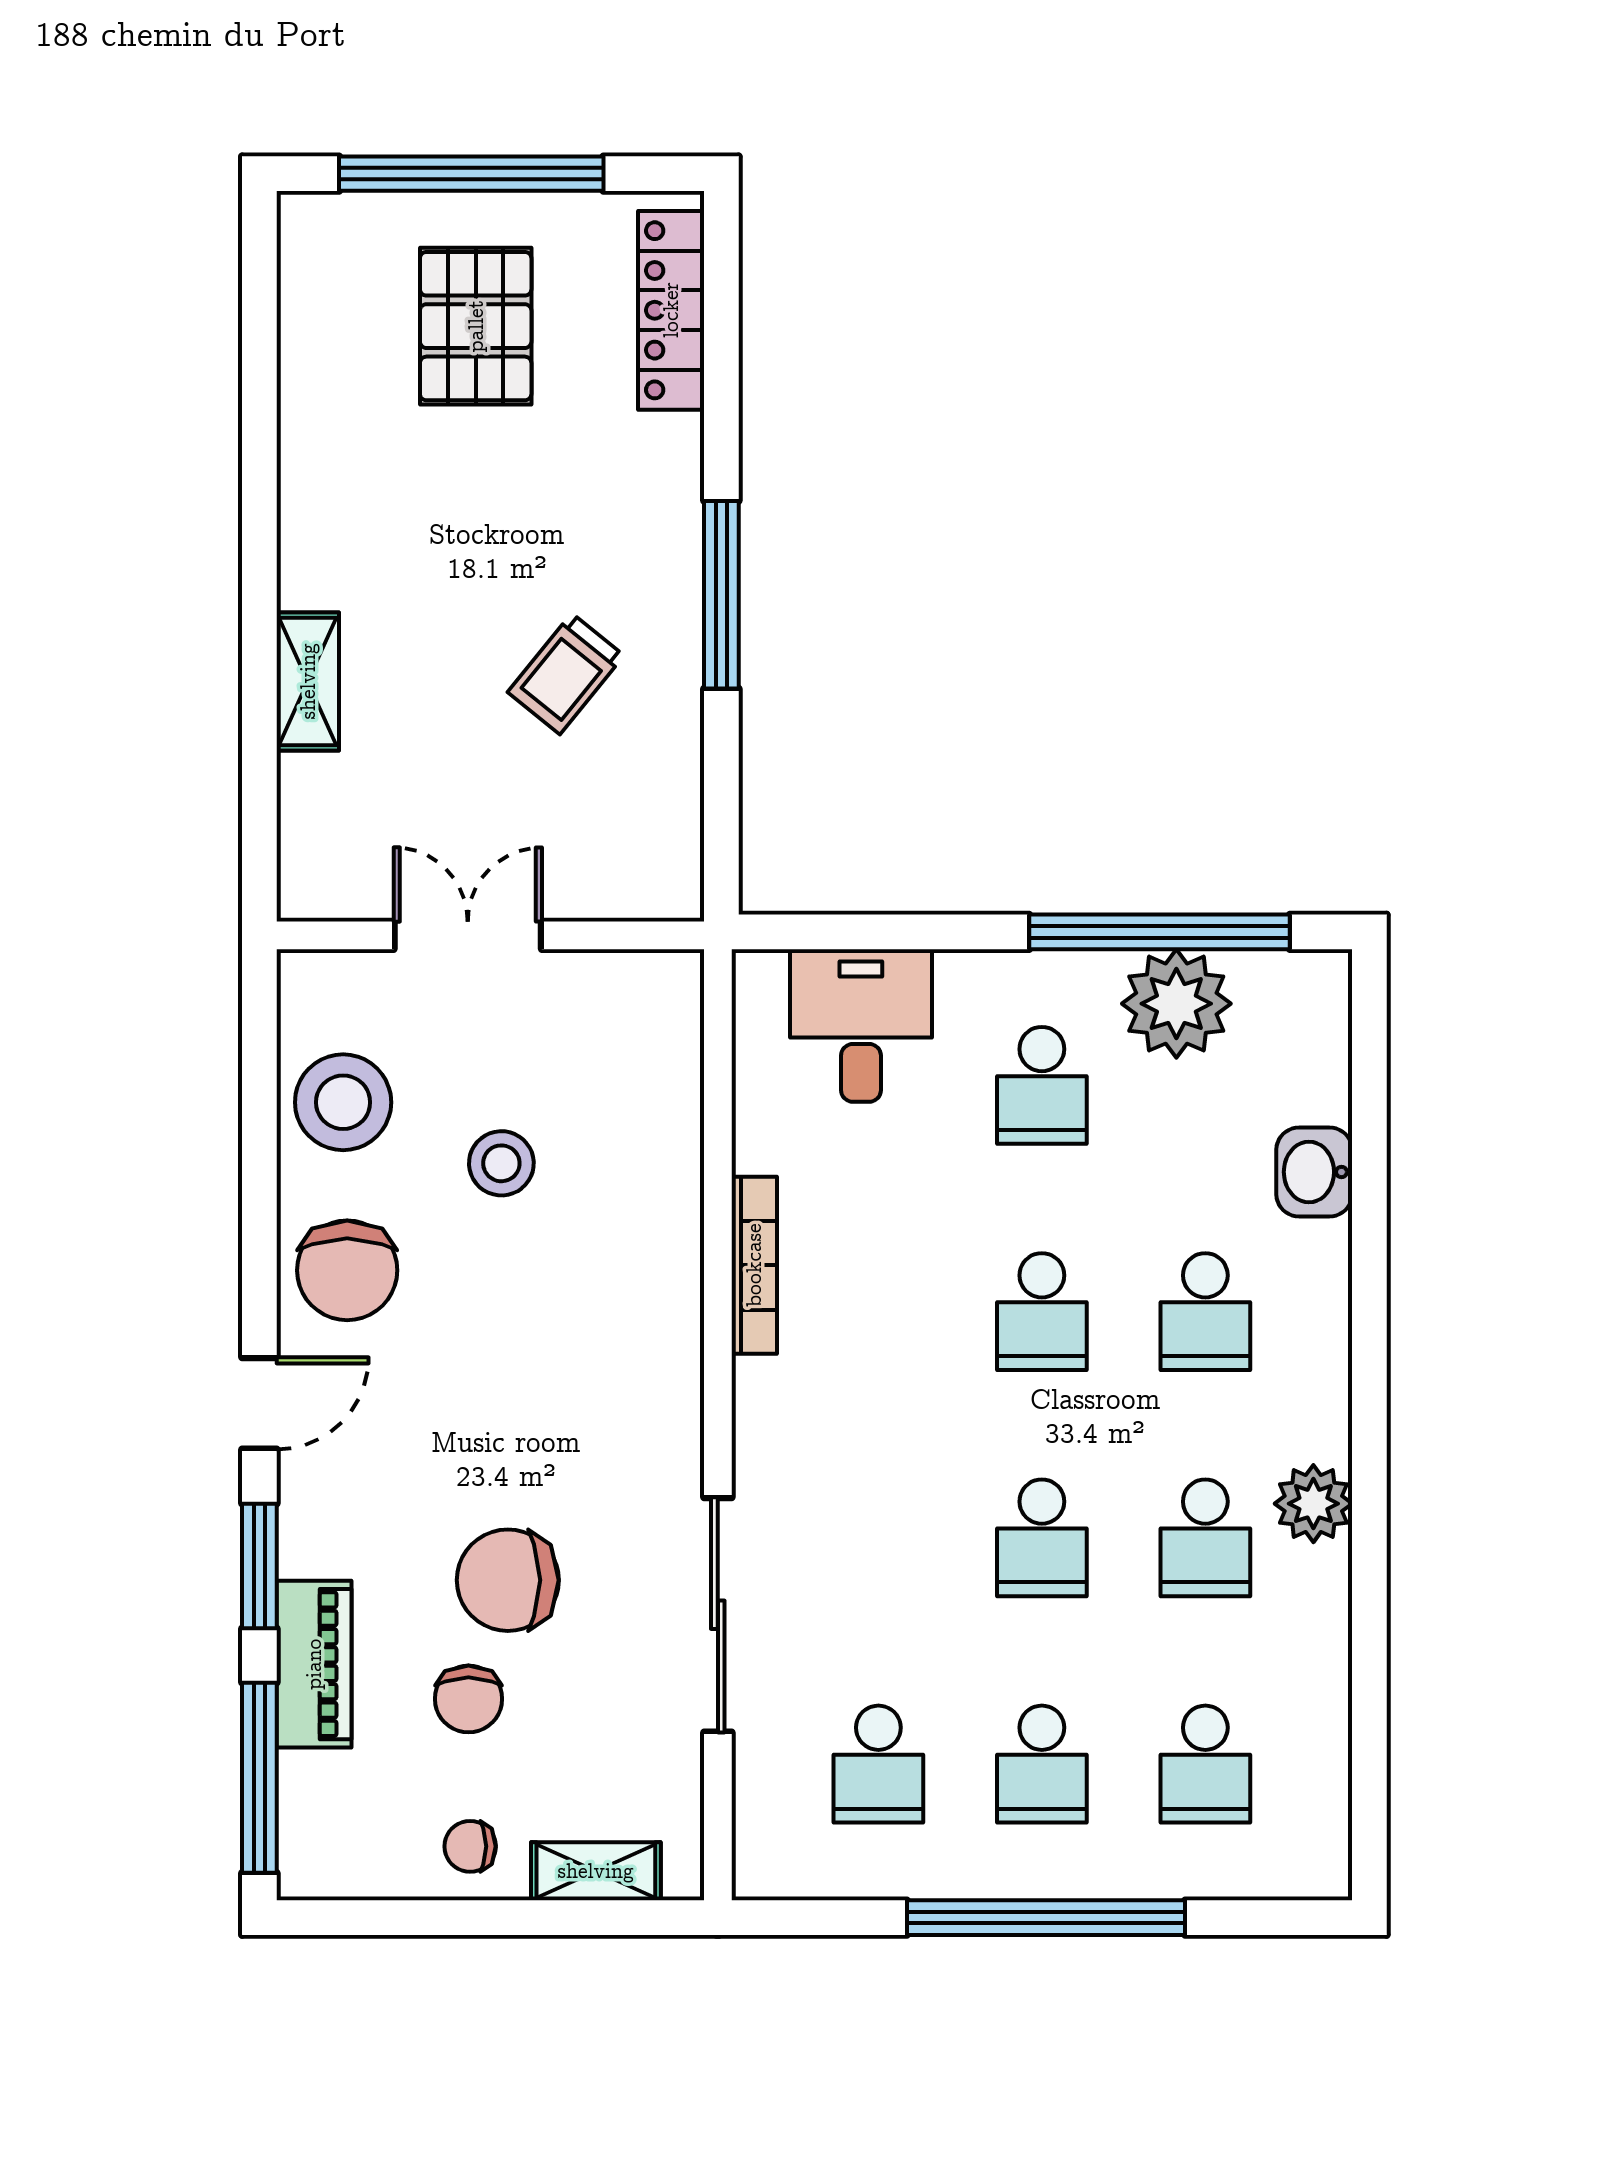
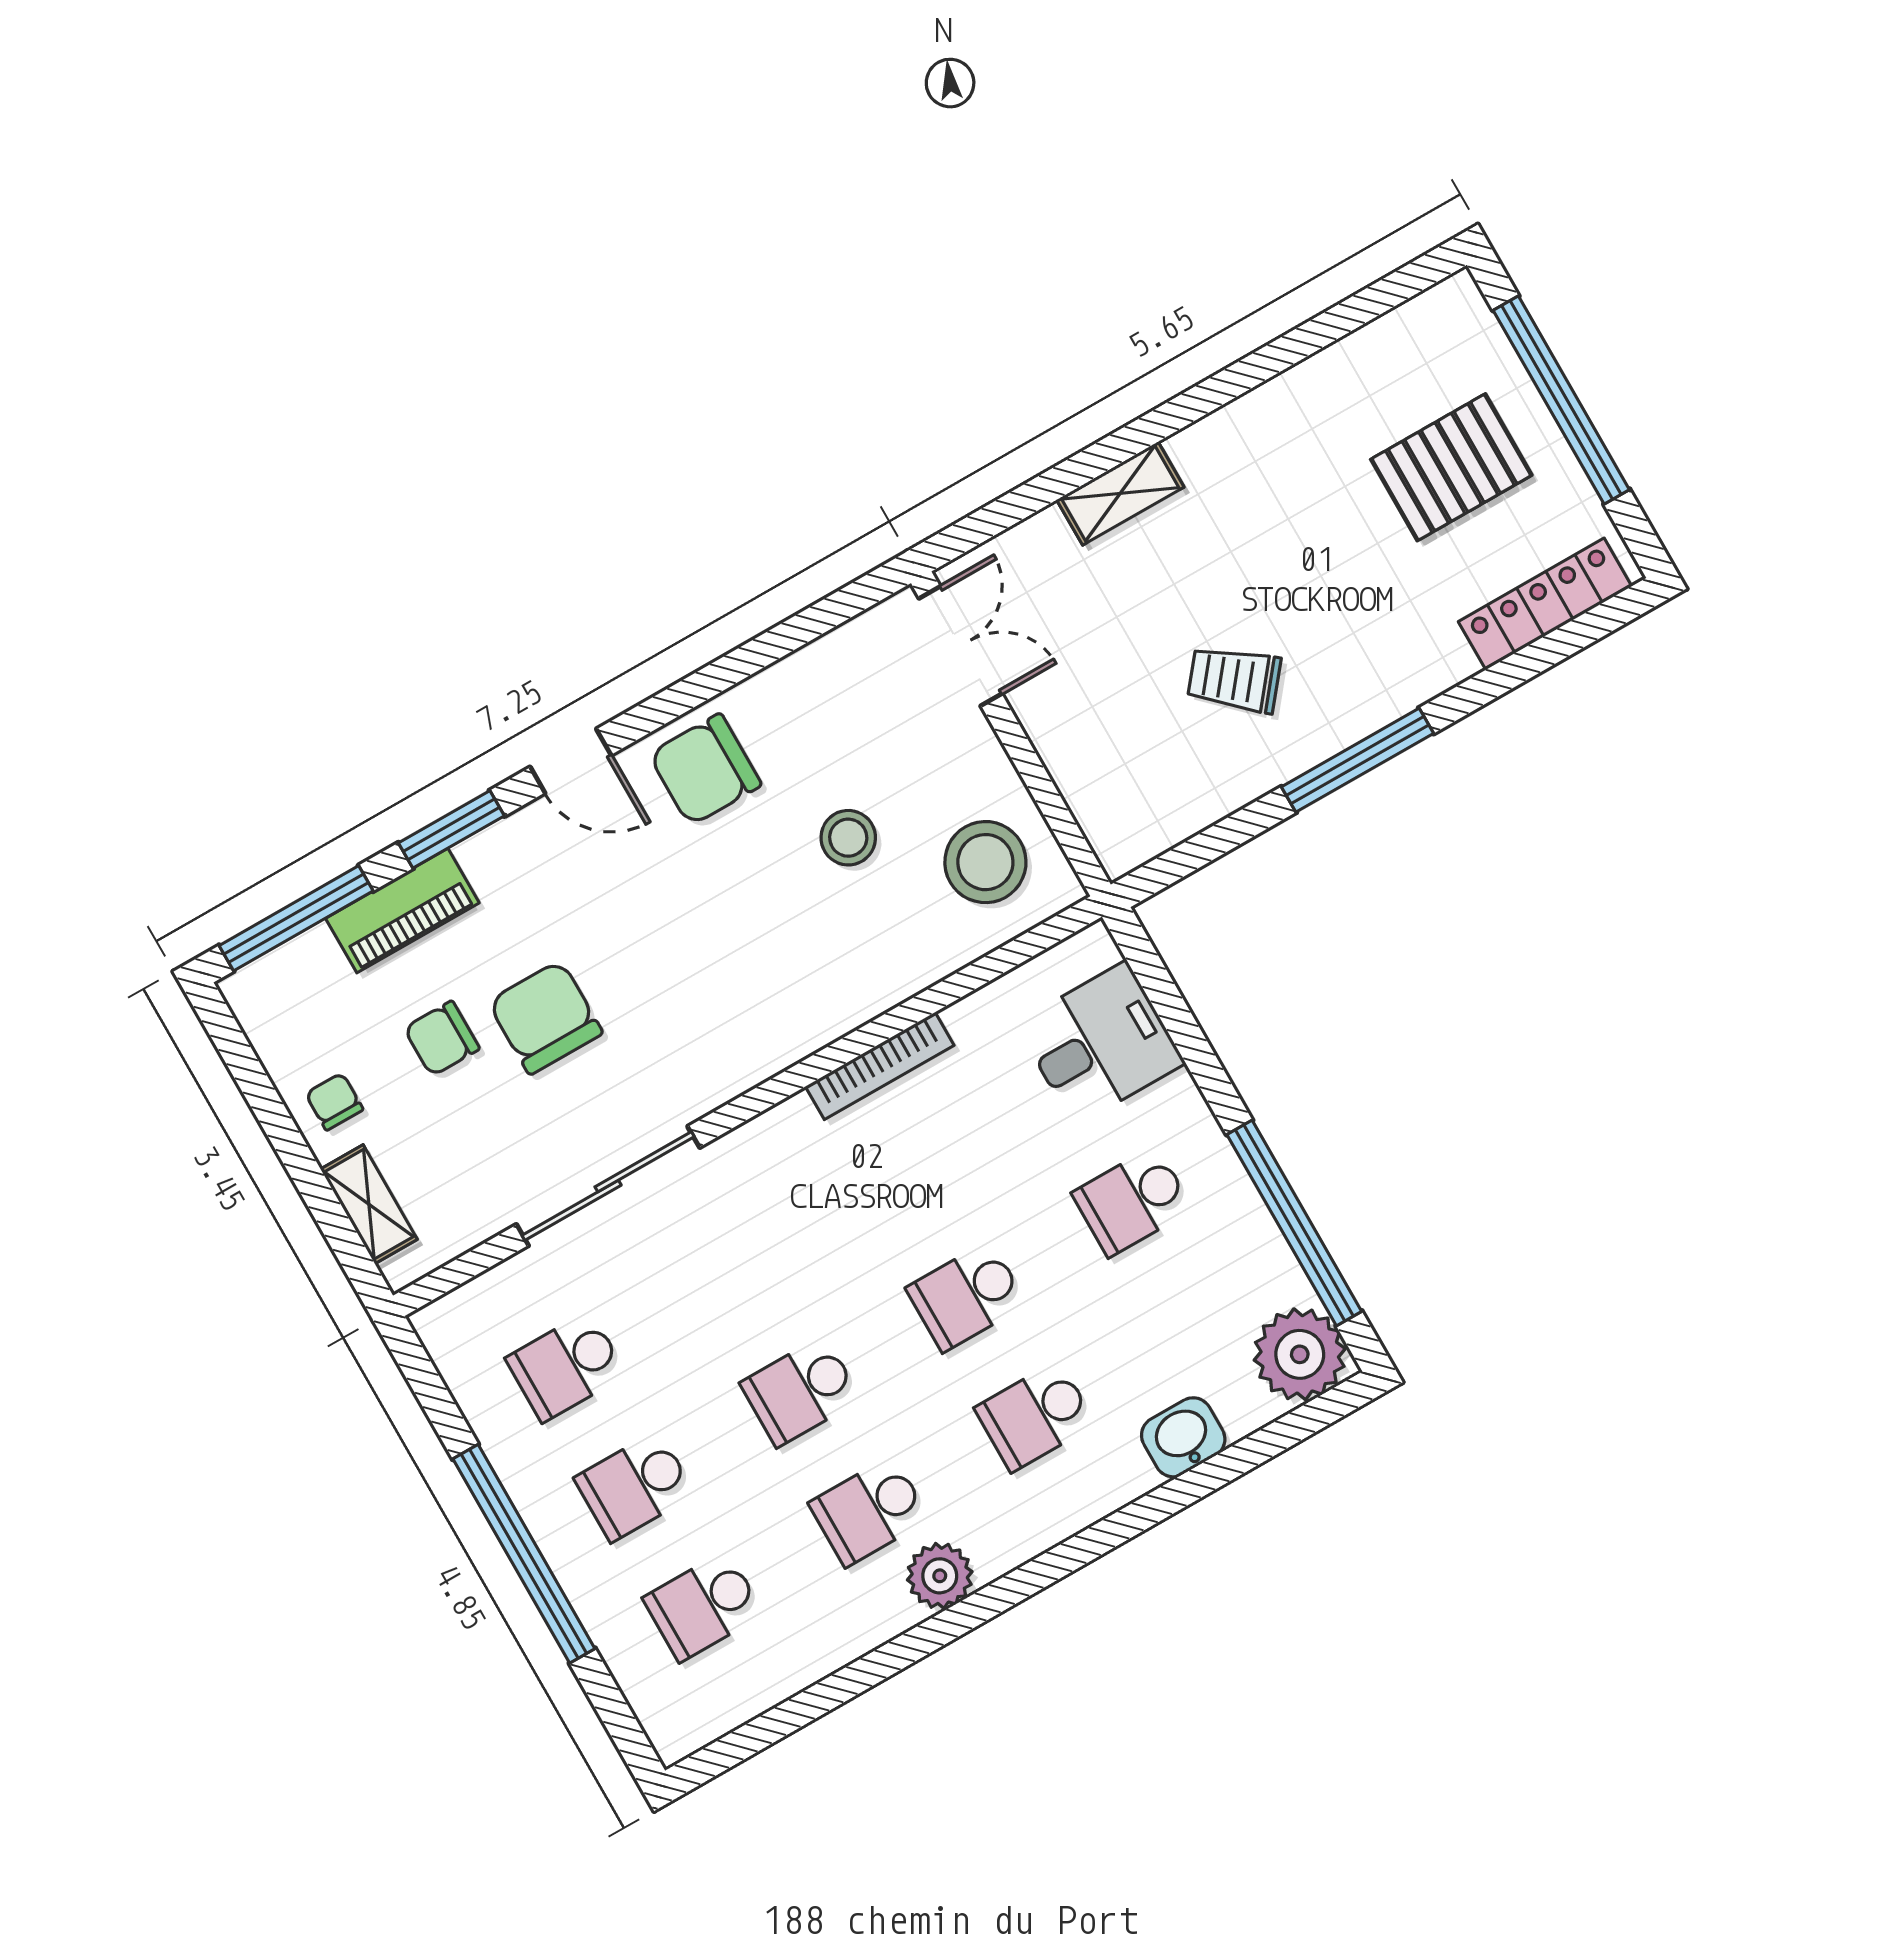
double door: (468, 935) -> (961, 646), moved
plant: (1176, 1004) -> (1300, 1354), moved
stool: (343, 1102) -> (985, 862), moved

